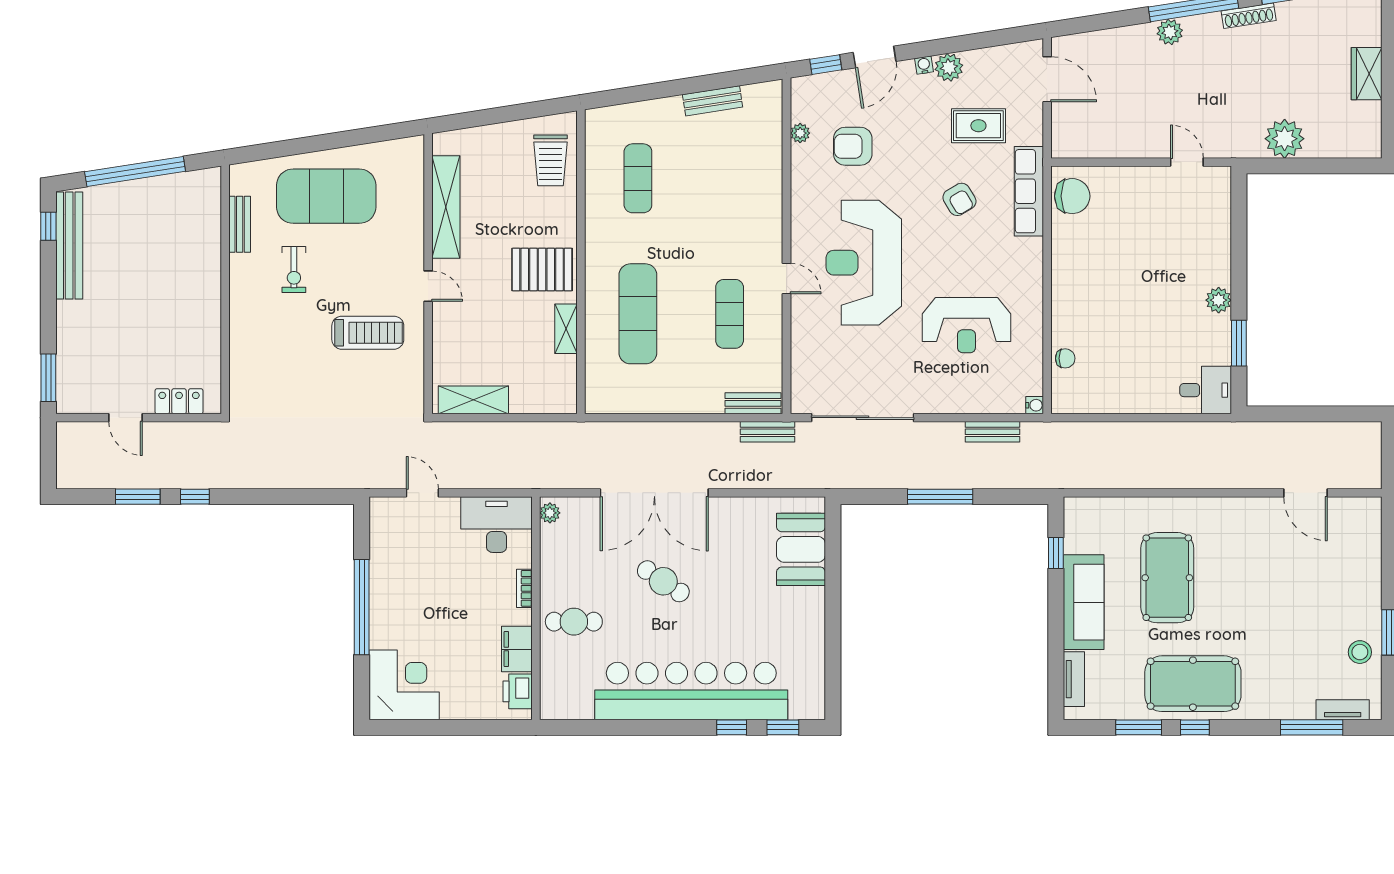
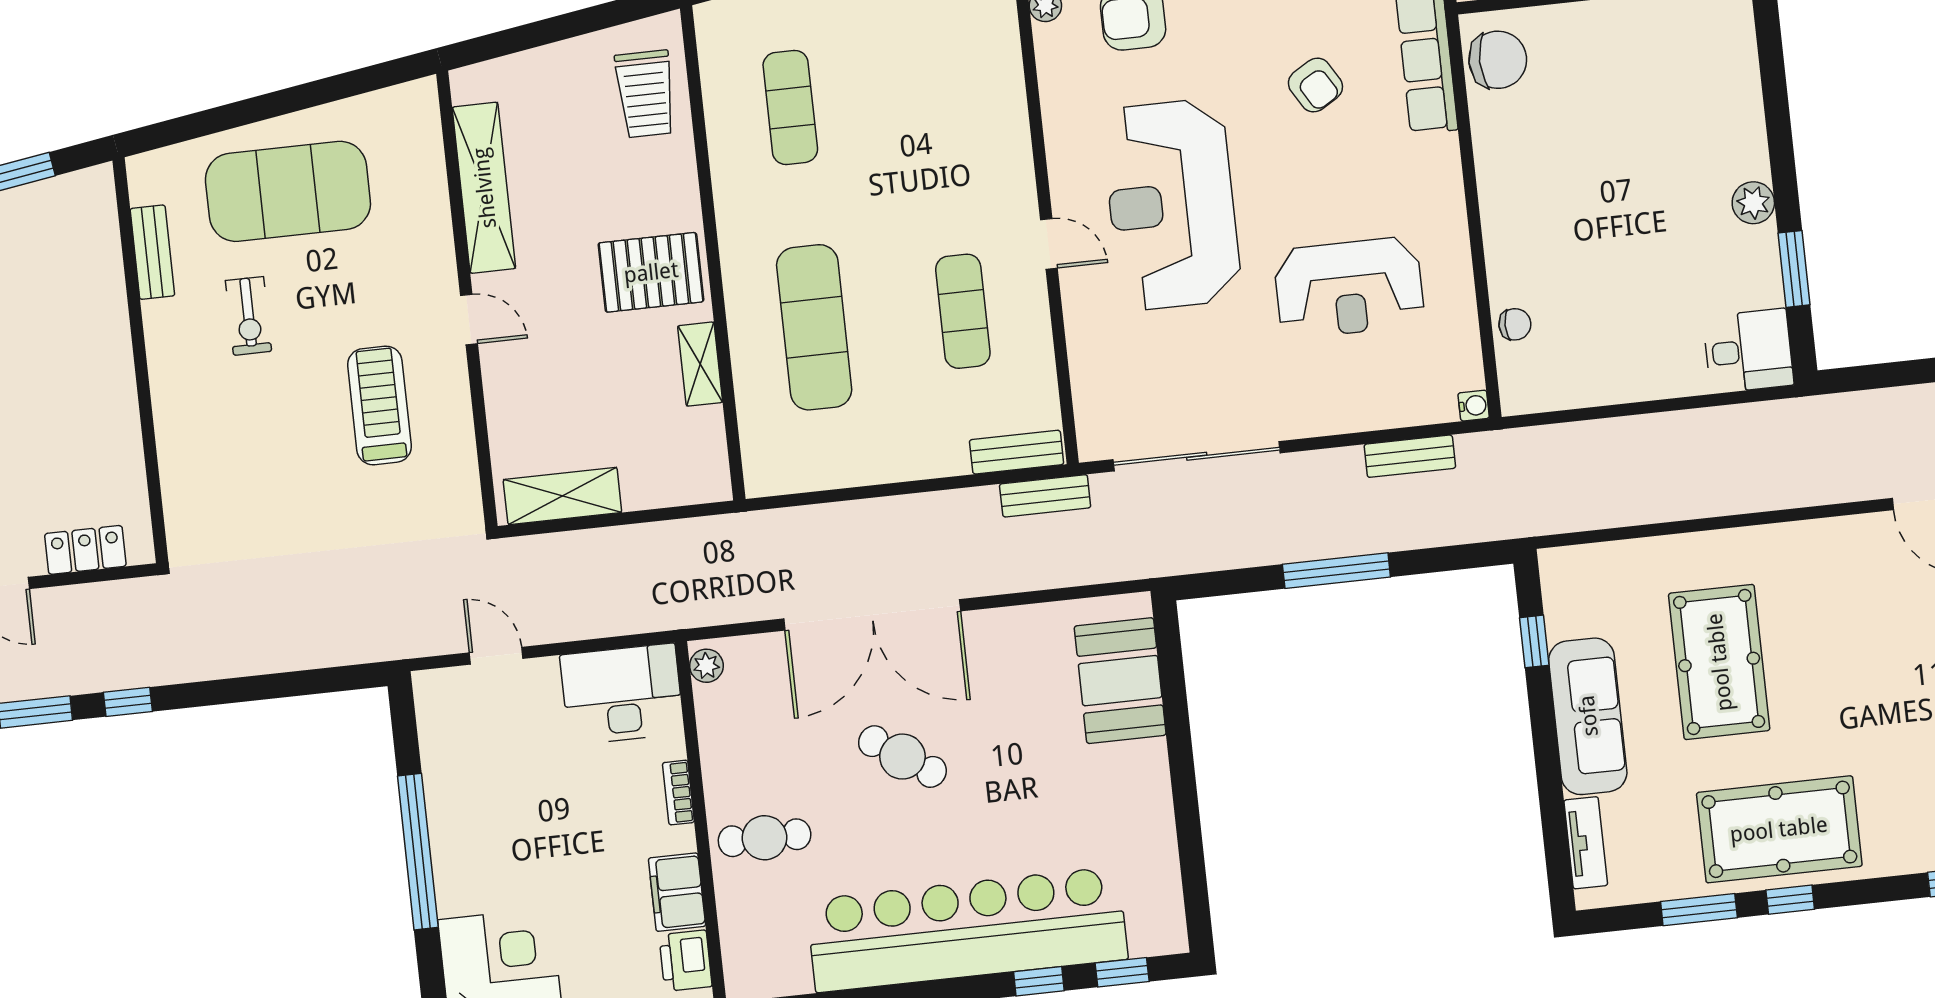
treadmill: (368, 333) -> (379, 405), turned -90

